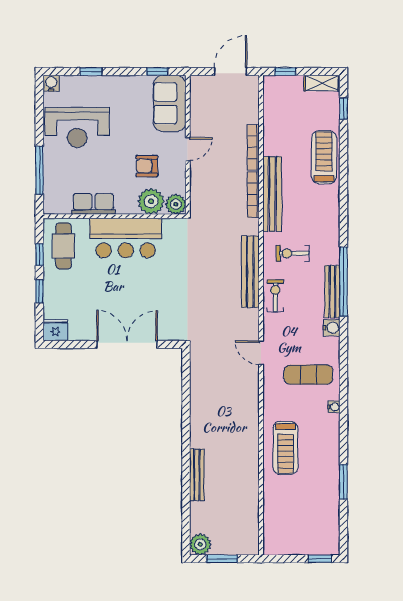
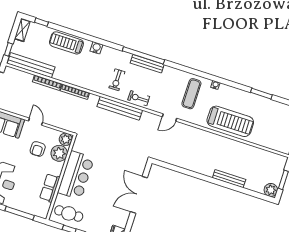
bench: (272, 194) -> (31, 65), moved
water cooler: (332, 328) -> (96, 48), moved
treadmill: (285, 448) -> (230, 121), width x1.37, depth x1.38

